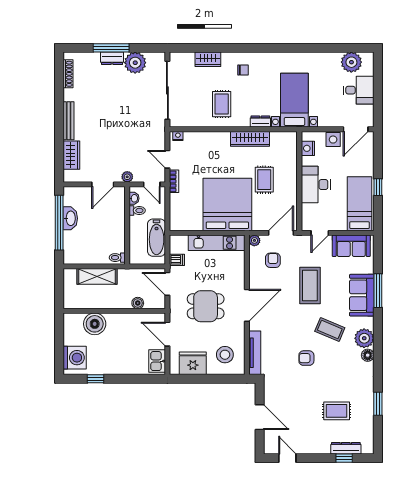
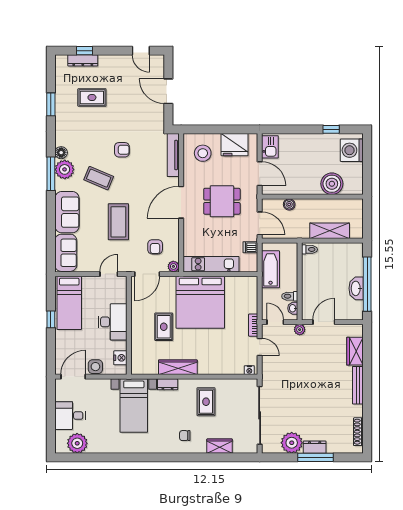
sofa: (351, 246) -> (66, 253), moved, turned 90
window: (378, 291) -> (51, 174), moved

